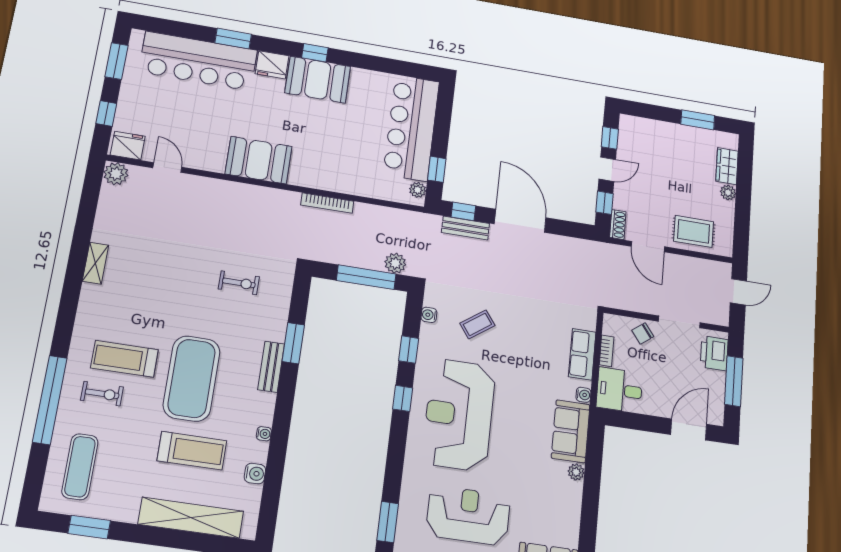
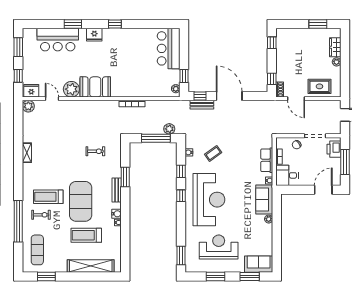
bar counter: (198, 61) -> (58, 40), width x0.73
booth: (318, 80) -> (118, 38), removed
bar counter: (411, 128) -> (169, 48), width x0.73
plant: (210, 156) -> (71, 89), added
door: (607, 169) -> (272, 60), removed
reception desk: (459, 415) -> (209, 200), turned 180
treadmill: (192, 451) -> (86, 235), turned 180
water cooler: (255, 474) -> (117, 214), moved

